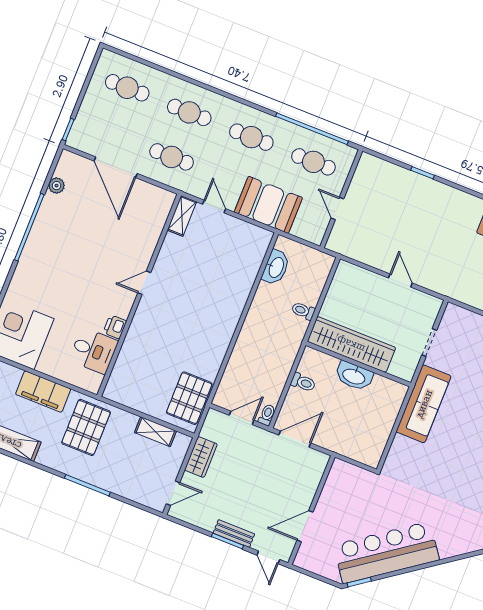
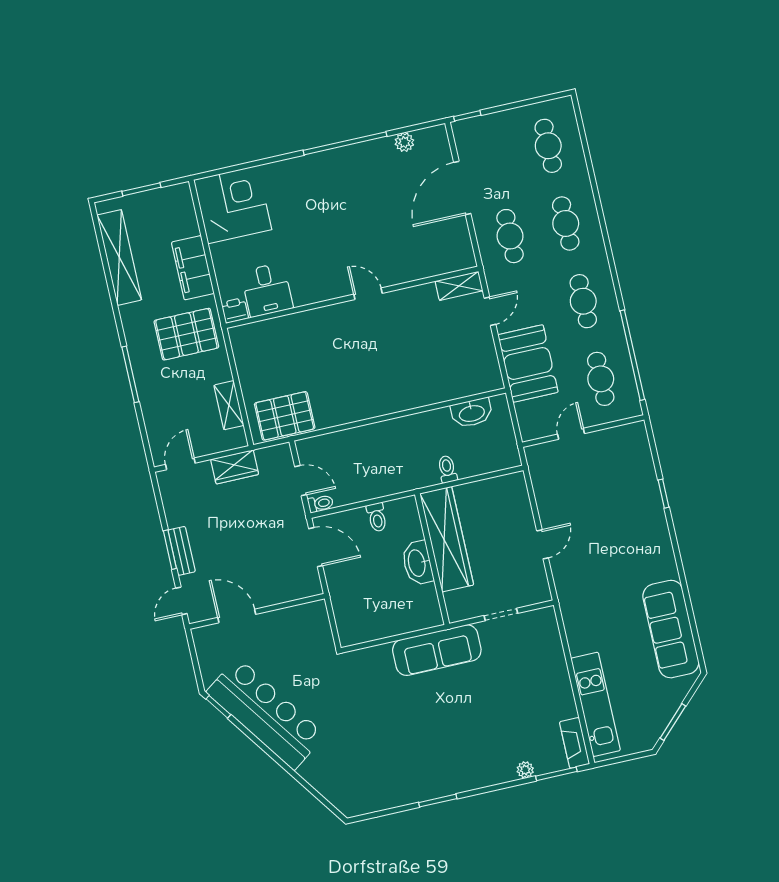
printer: (115, 327) -> (235, 310), moved
door: (173, 493) -> (180, 464), swing flipped

